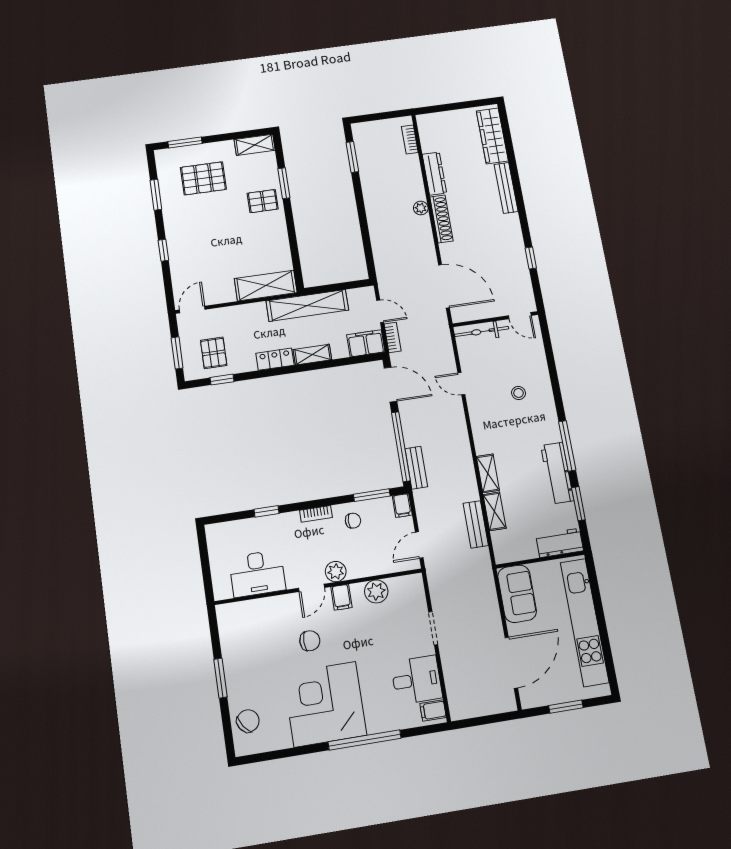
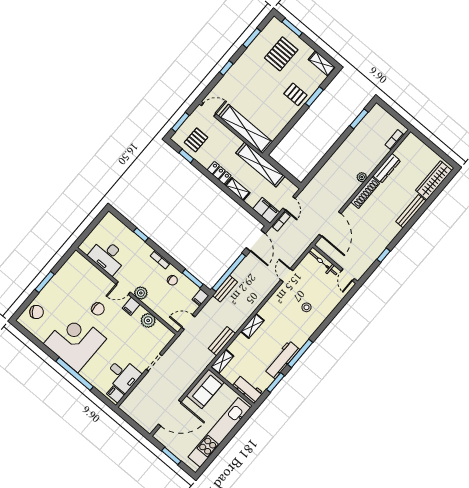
pallet: (203, 178) -> (281, 54), turned 90
shelving: (266, 286) -> (246, 129), width x1.47
shelving: (495, 511) -> (222, 361), moved

